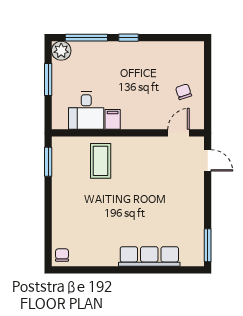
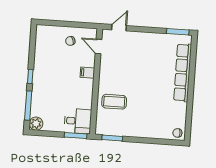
window: (48, 80) -> (76, 135), moved
desk: (86, 111) -> (78, 121), moved
filing cabinet: (113, 119) -> (87, 73), moved
row of seats: (149, 256) -> (183, 73), width x1.36

